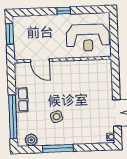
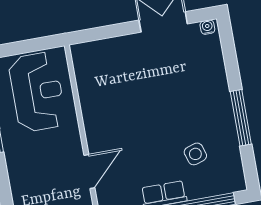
side table: (57, 117) -> (195, 154), moved
plant: (31, 140) -> (232, 167), removed

